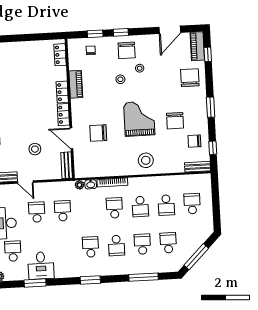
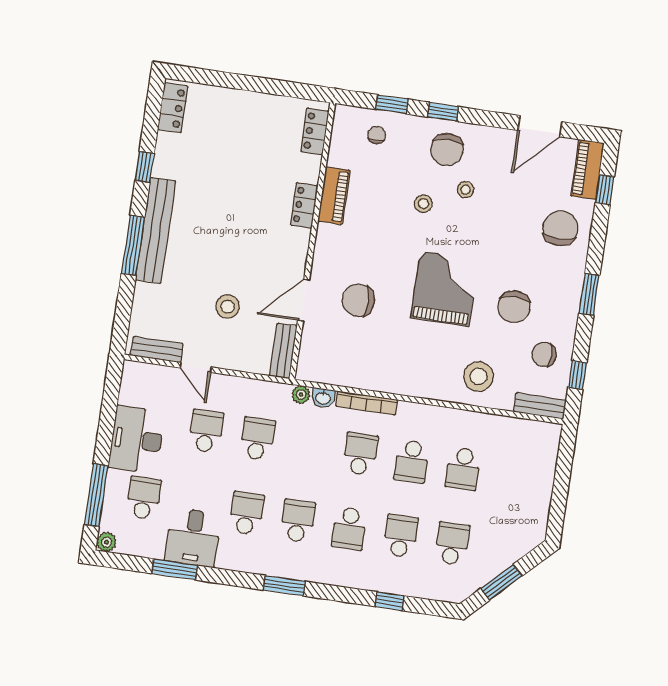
locker: (63, 115) -> (297, 250), removed
door: (71, 138) -> (304, 300), hinge flipped
stool: (146, 160) -> (479, 376), moved
school desk: (192, 204) -> (246, 513), moved
window: (196, 257) -> (501, 582), width x0.69
window: (143, 277) -> (390, 601), width x0.46

